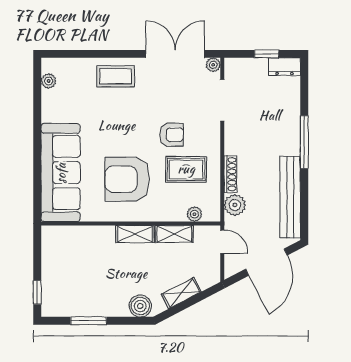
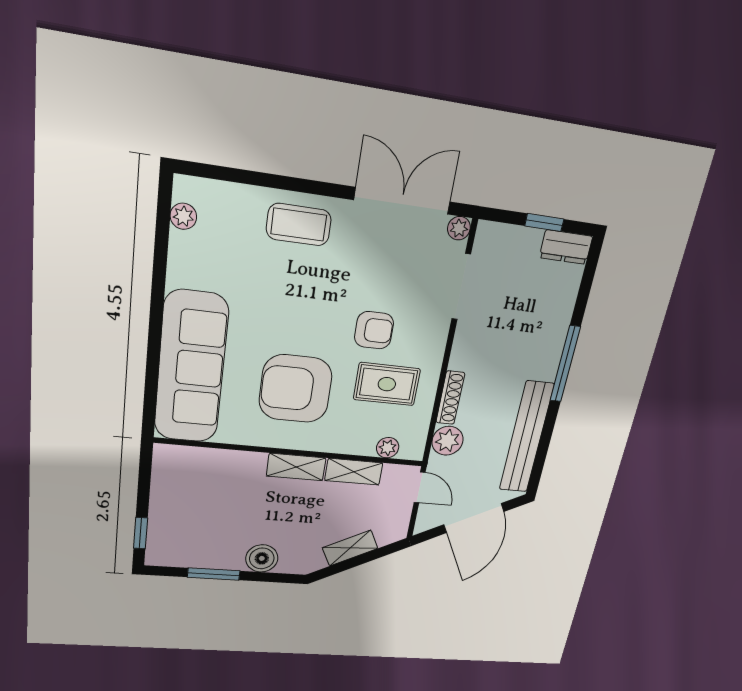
boiler: (140, 306) -> (262, 558), moved

